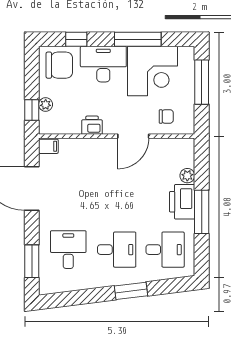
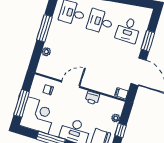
corner desk: (152, 71) -> (38, 115), moved, turned 90
window: (32, 110) -> (121, 130), moved
printer: (182, 202) -> (54, 38), removed
window: (32, 261) -> (148, 41), moved

